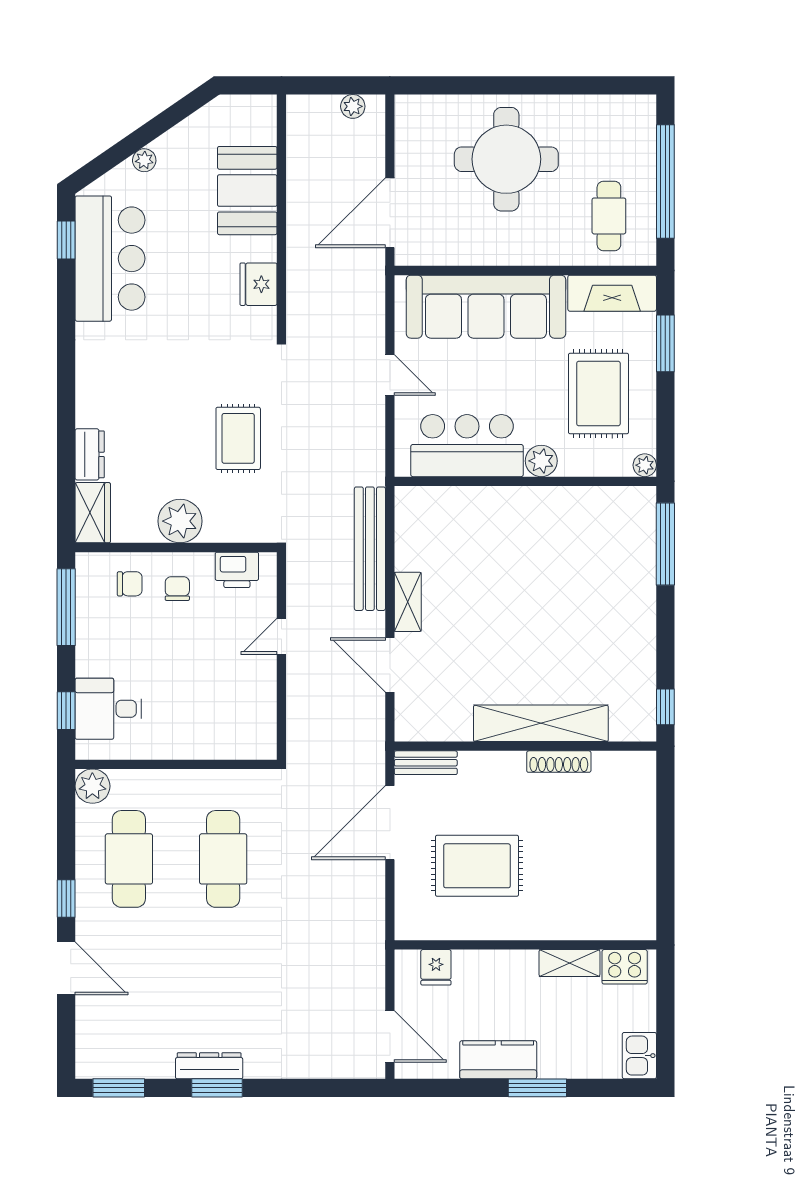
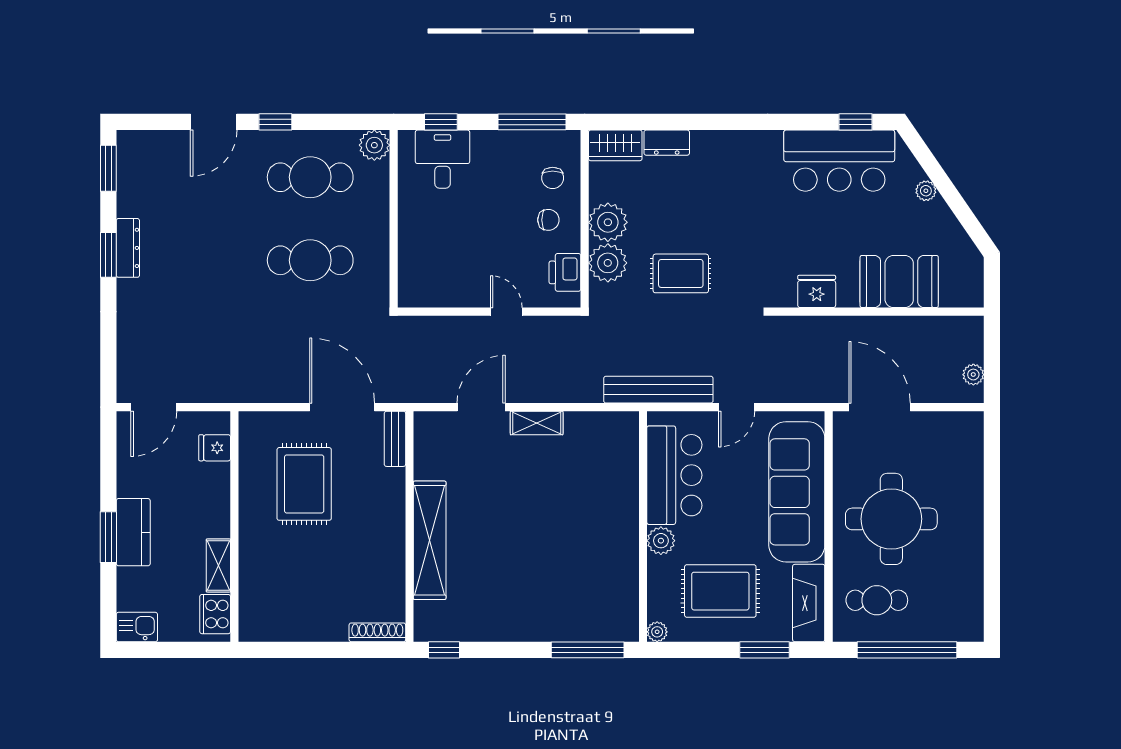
round table: (506, 159) -> (891, 519), moved
plant: (226, 521) -> (608, 263), added
bench: (370, 549) -> (658, 390), moved
shoe rack: (559, 762) -> (377, 632), moved, turned 90
kitchen counter: (498, 1060) -> (133, 532), moved

